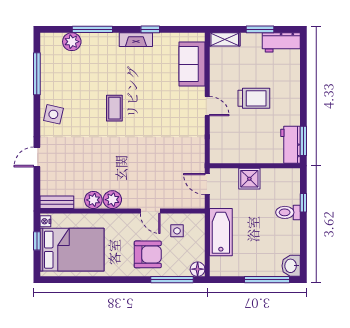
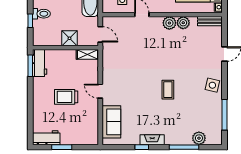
shelving: (225, 39) -> (87, 54), moved

